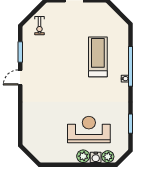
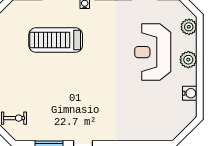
water cooler: (96, 157) -> (190, 93), moved

